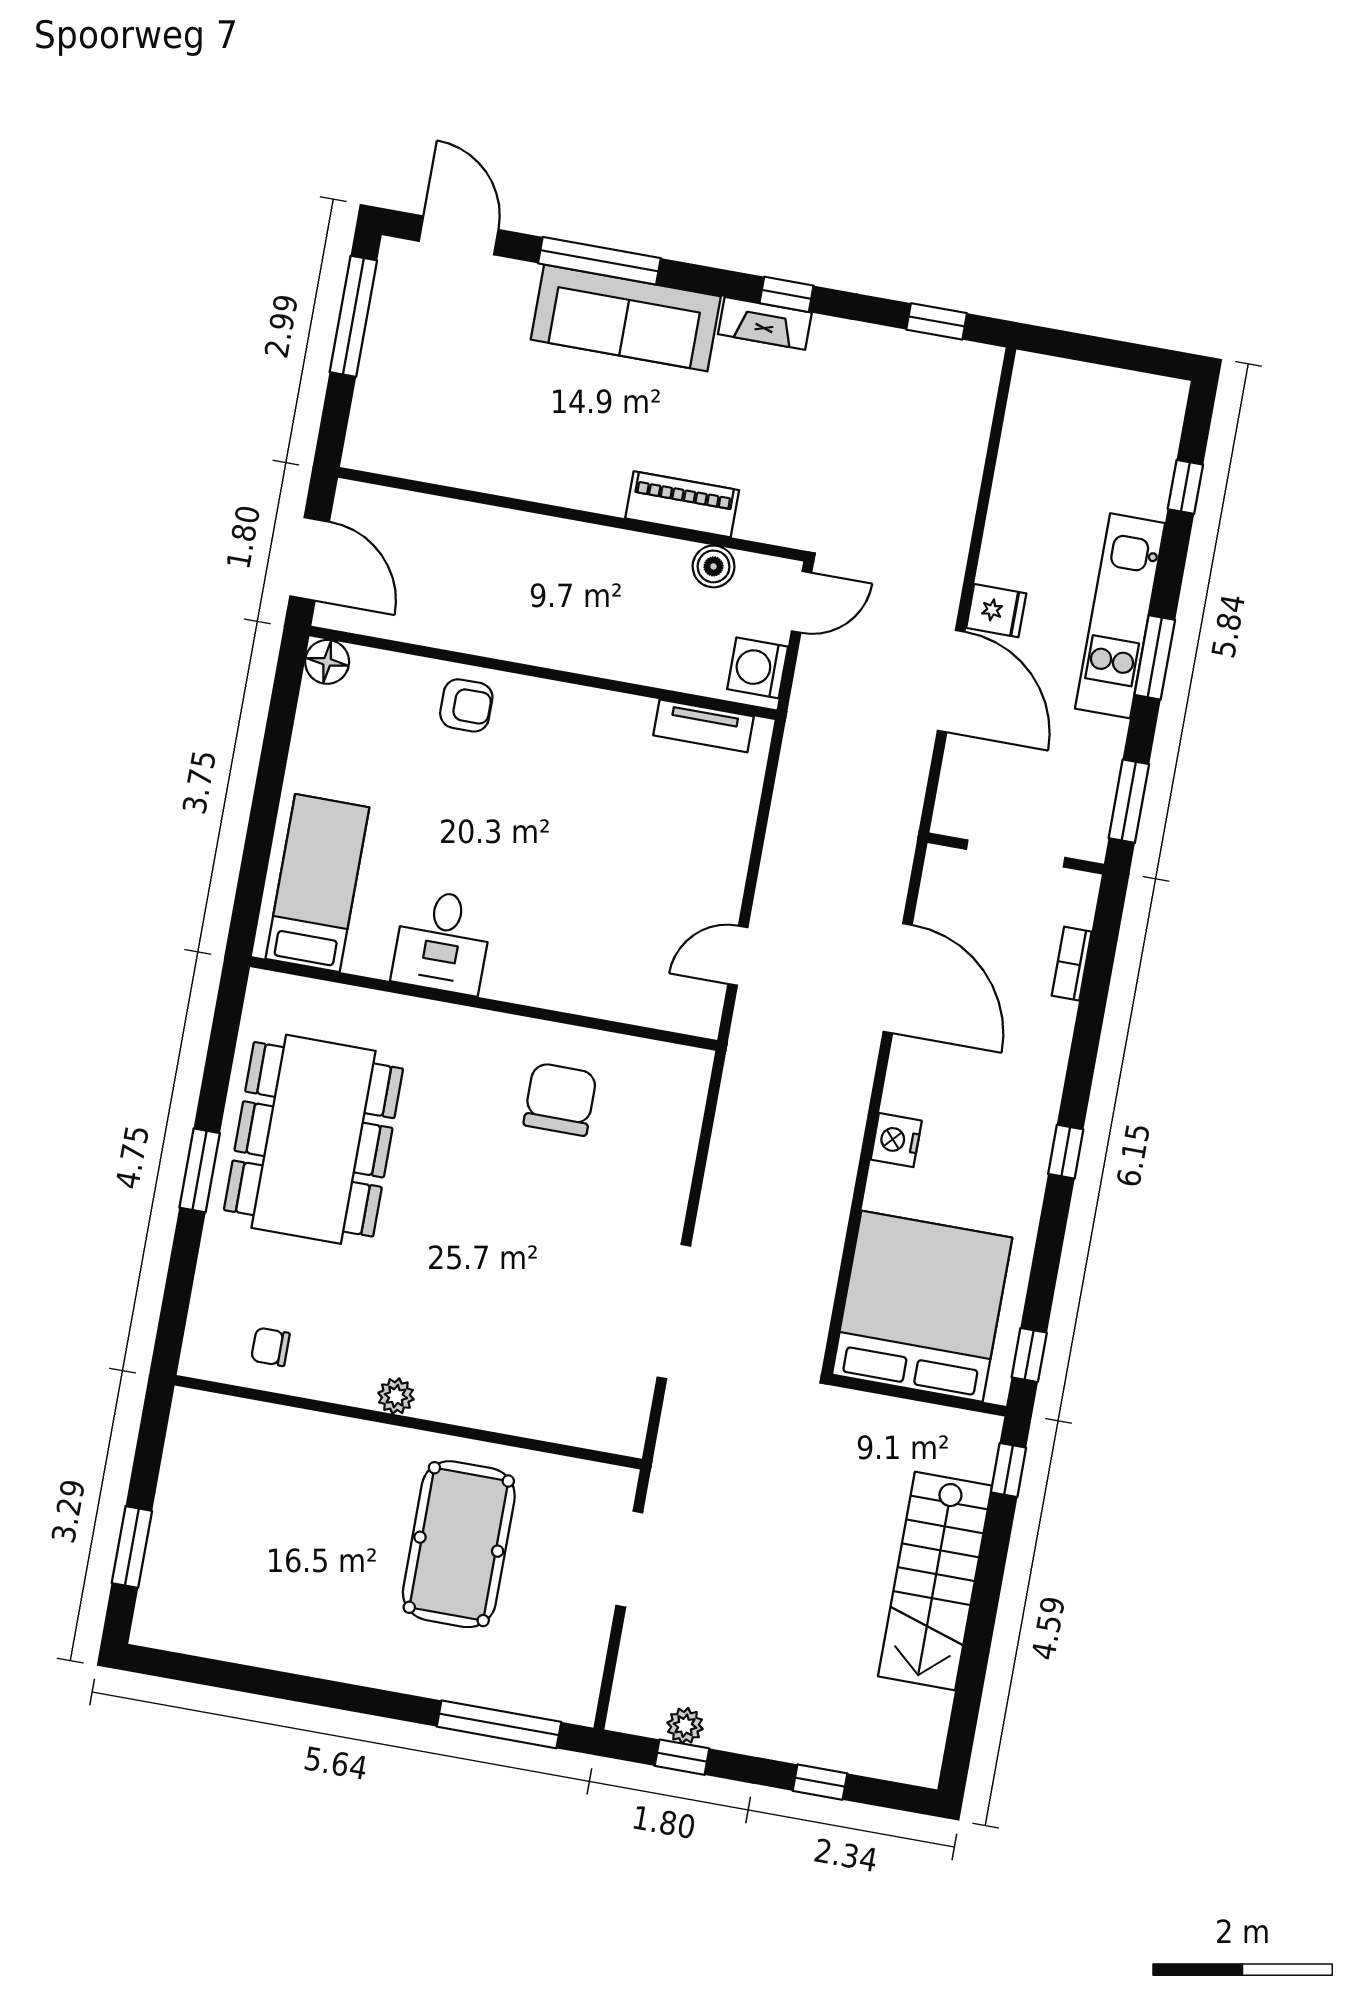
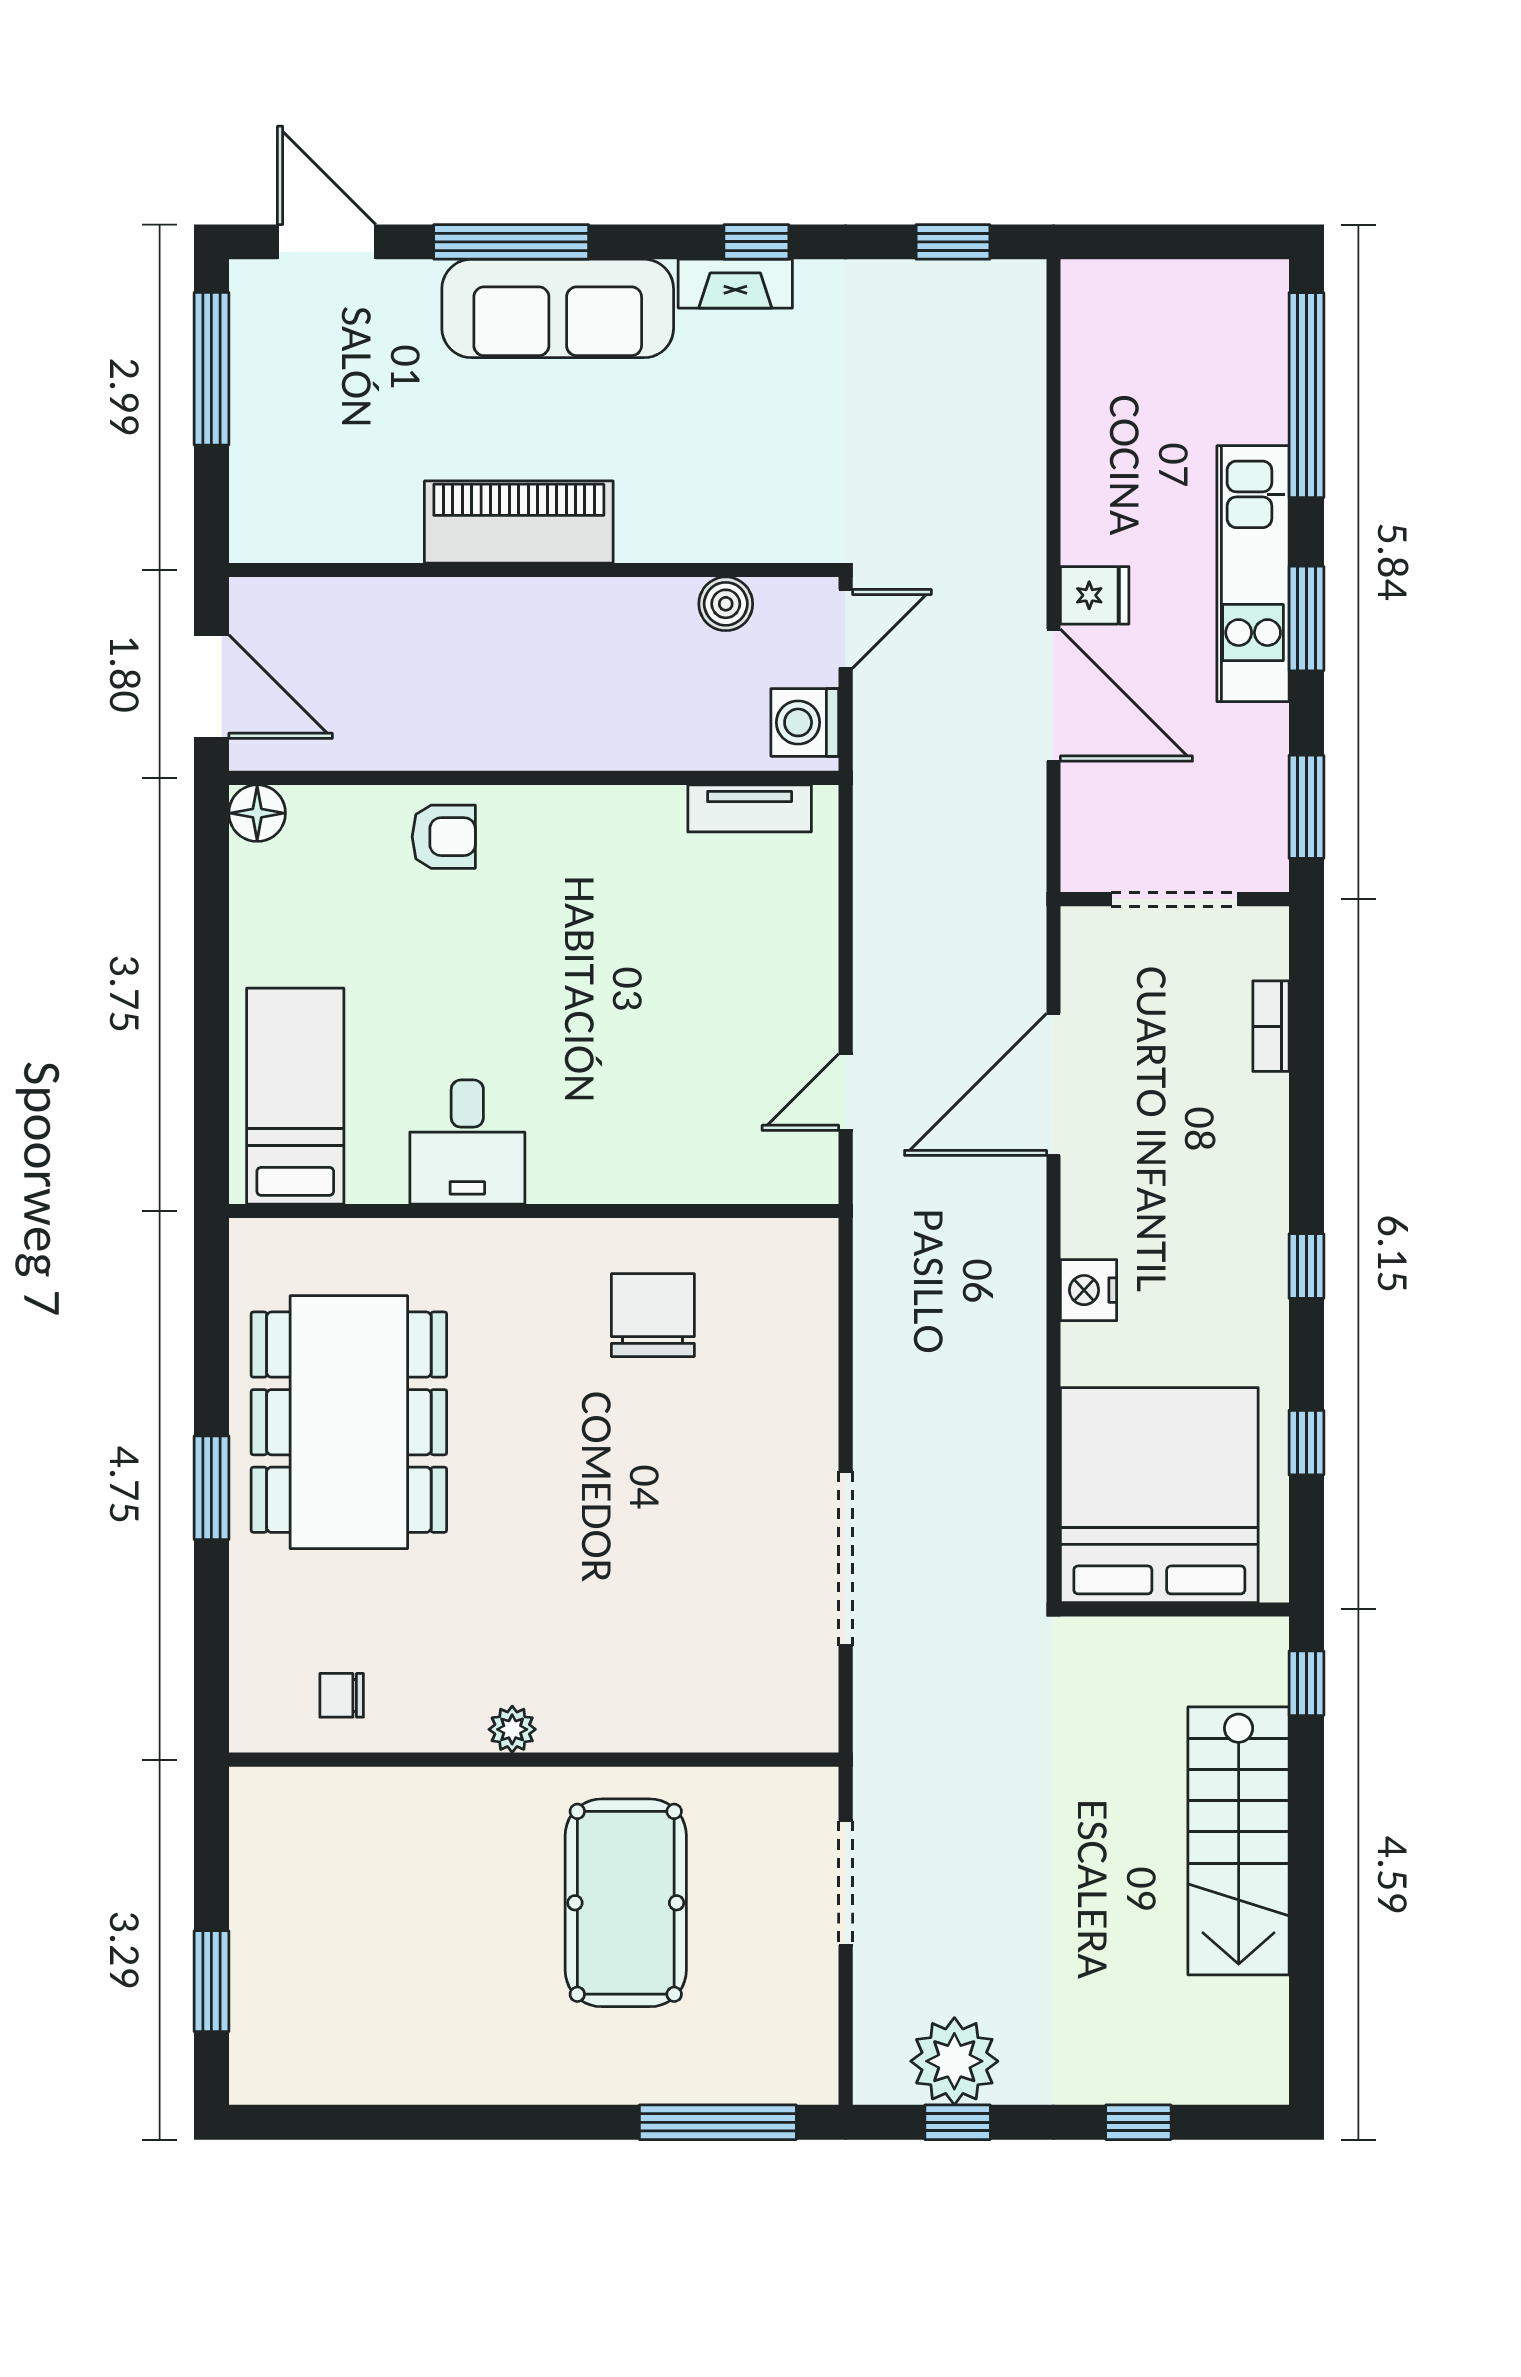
window: (1185, 487) -> (1306, 395), width x3.17
piano: (682, 504) -> (519, 522), moved, width x1.37, depth x1.33
door: (898, 978) -> (1053, 1084), swing flipped
window: (1029, 1355) -> (1306, 1443), moved
plant: (685, 1726) -> (954, 2061), width x1.88, depth x1.88

